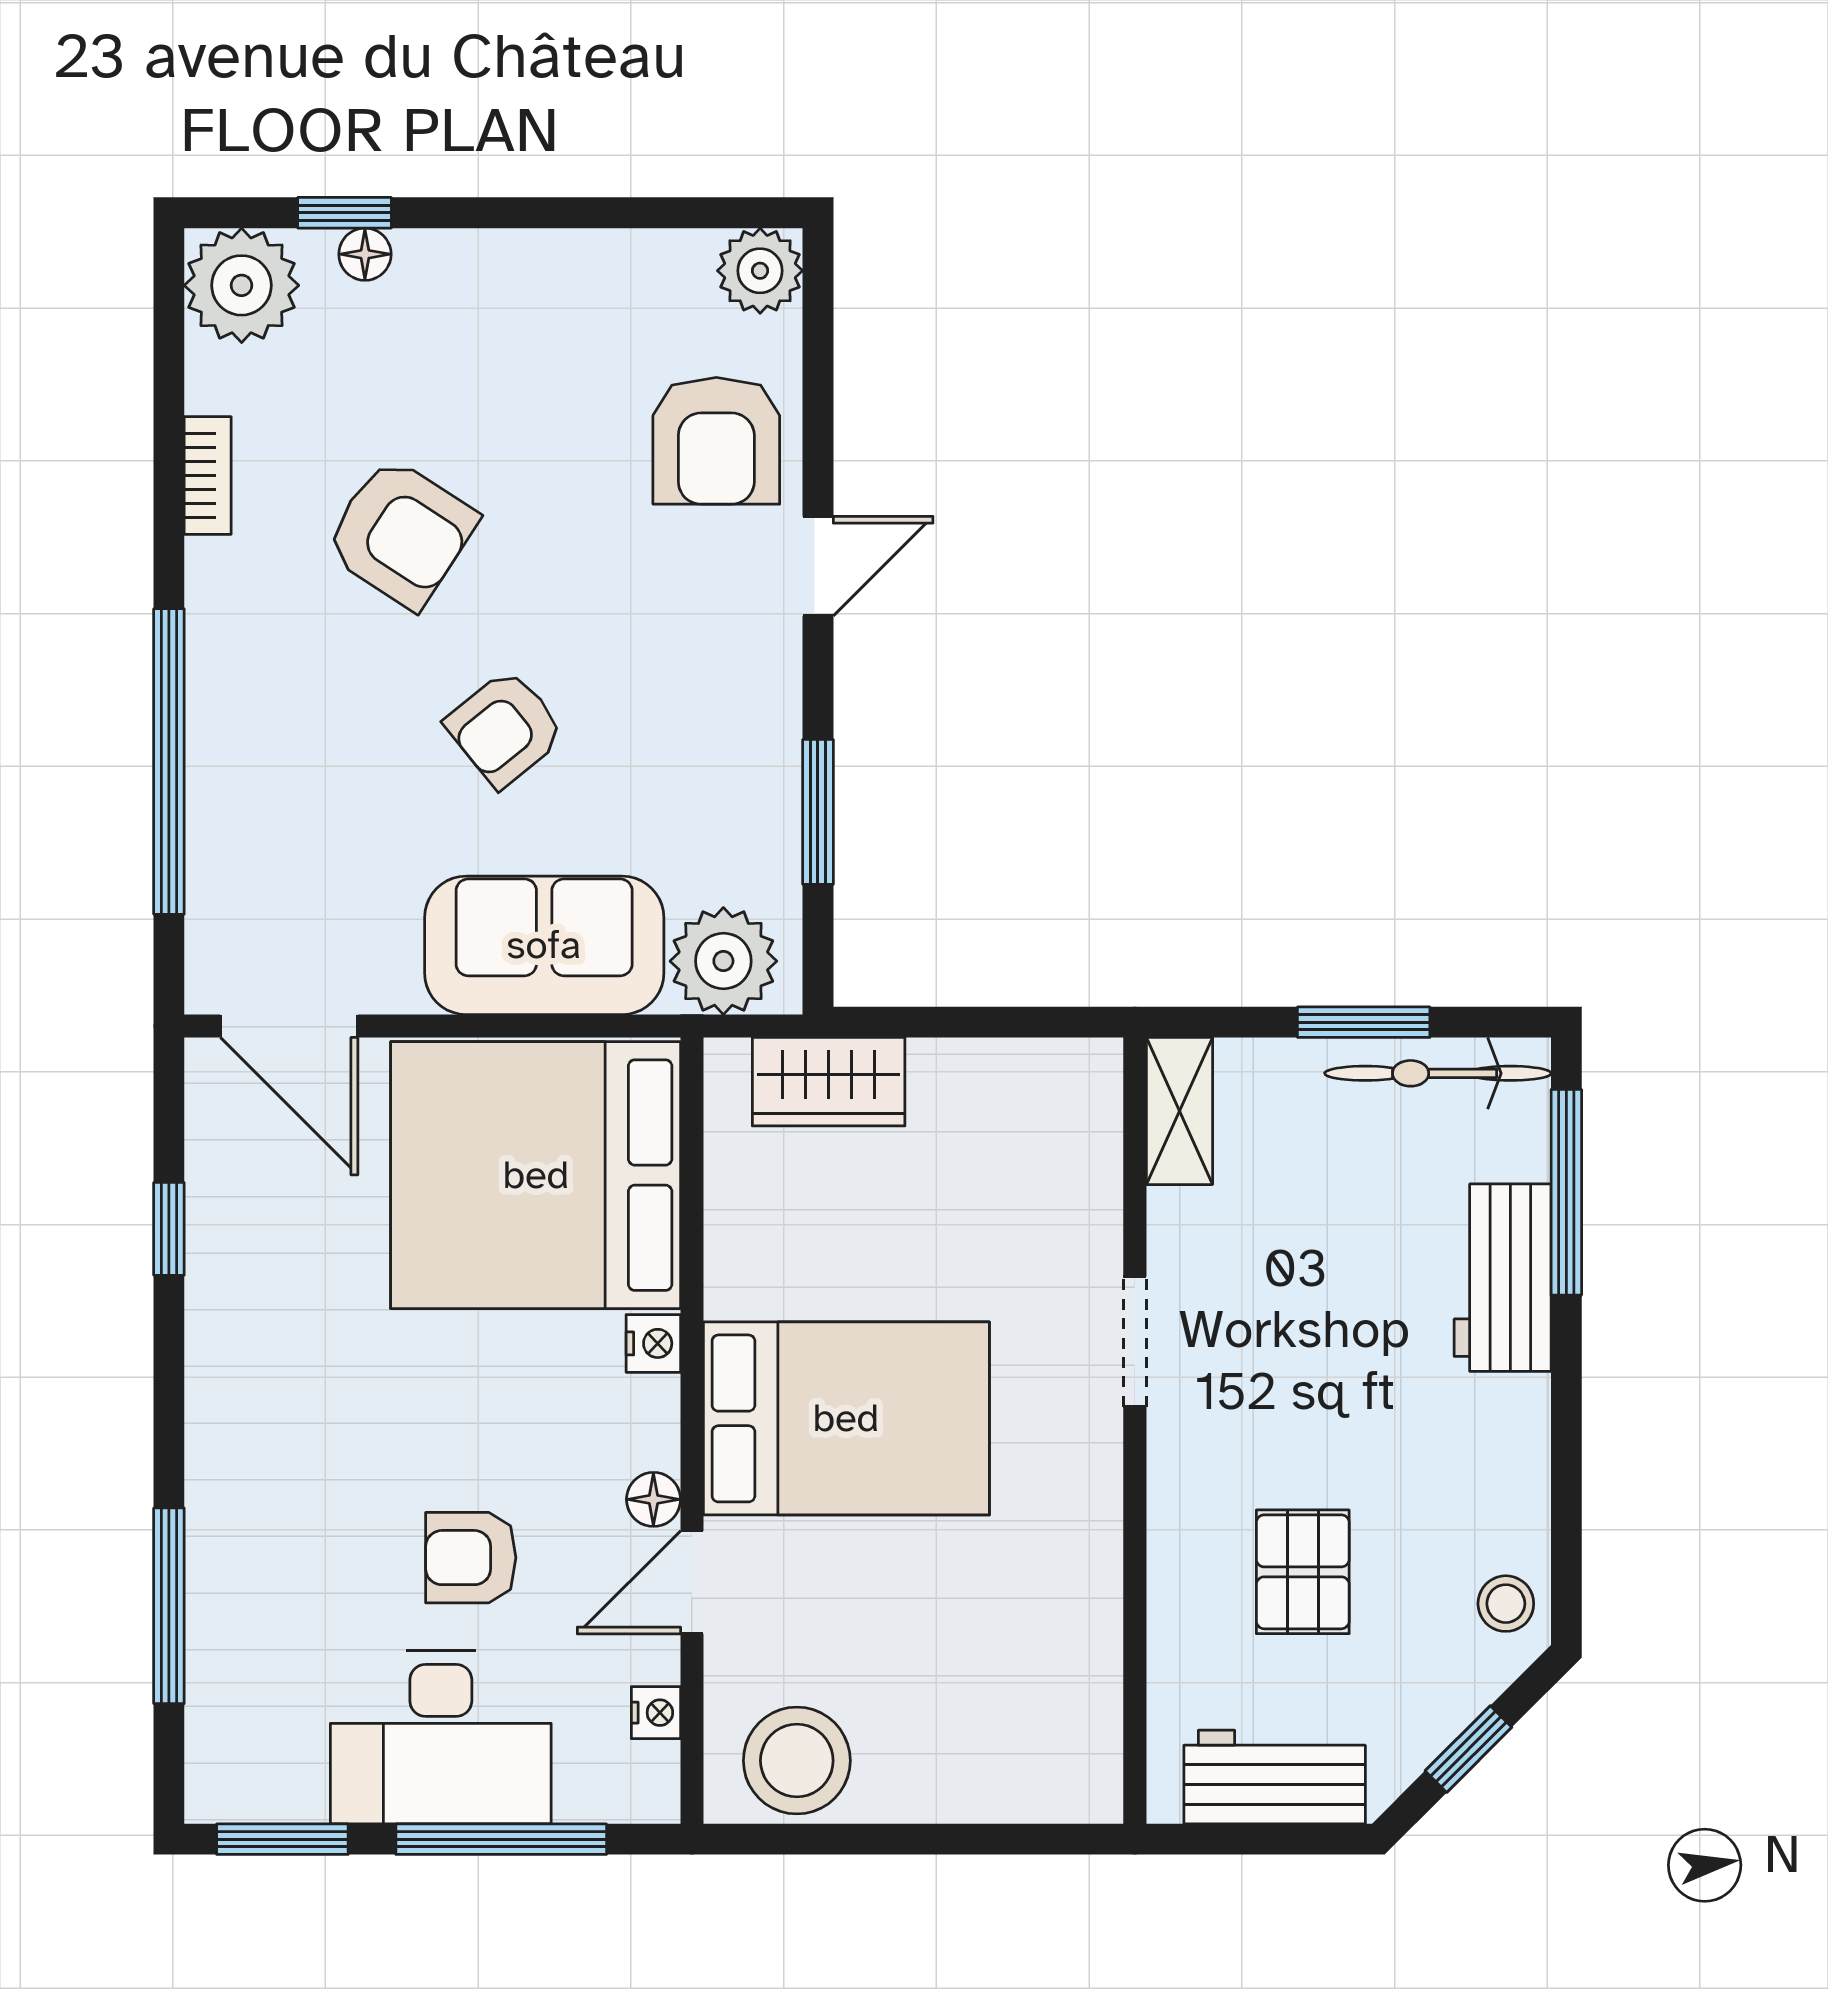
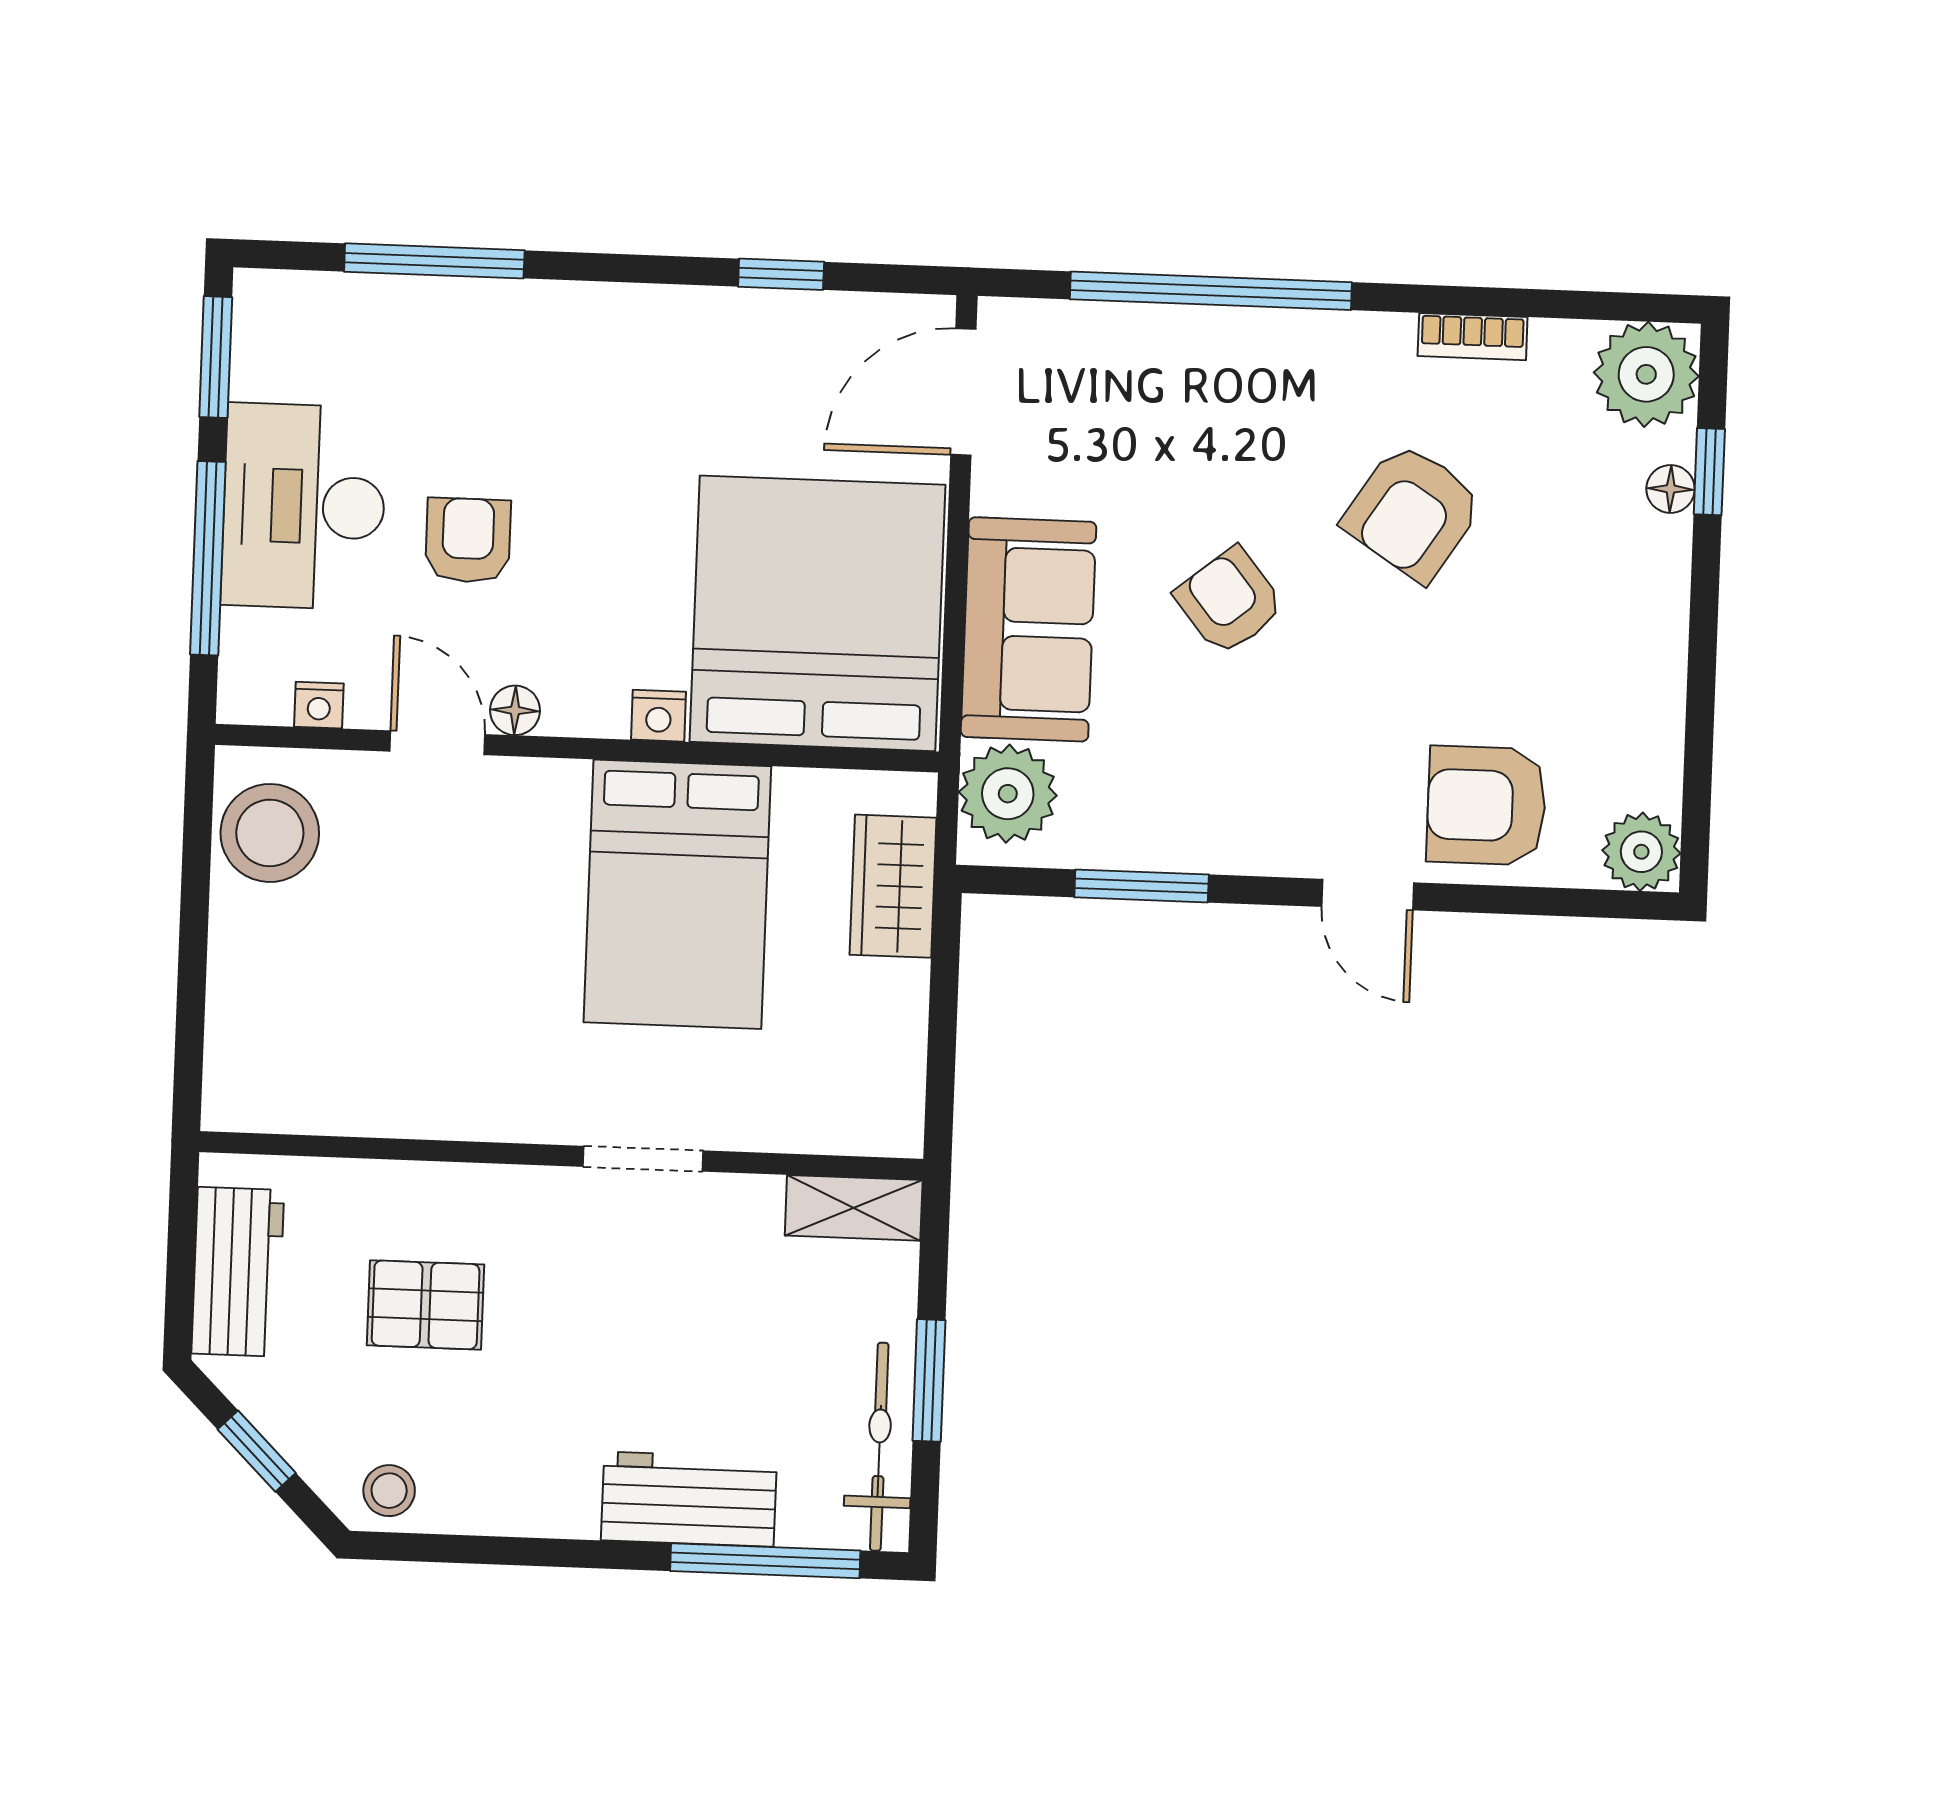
bed: (846, 1418) -> (677, 894), moved

